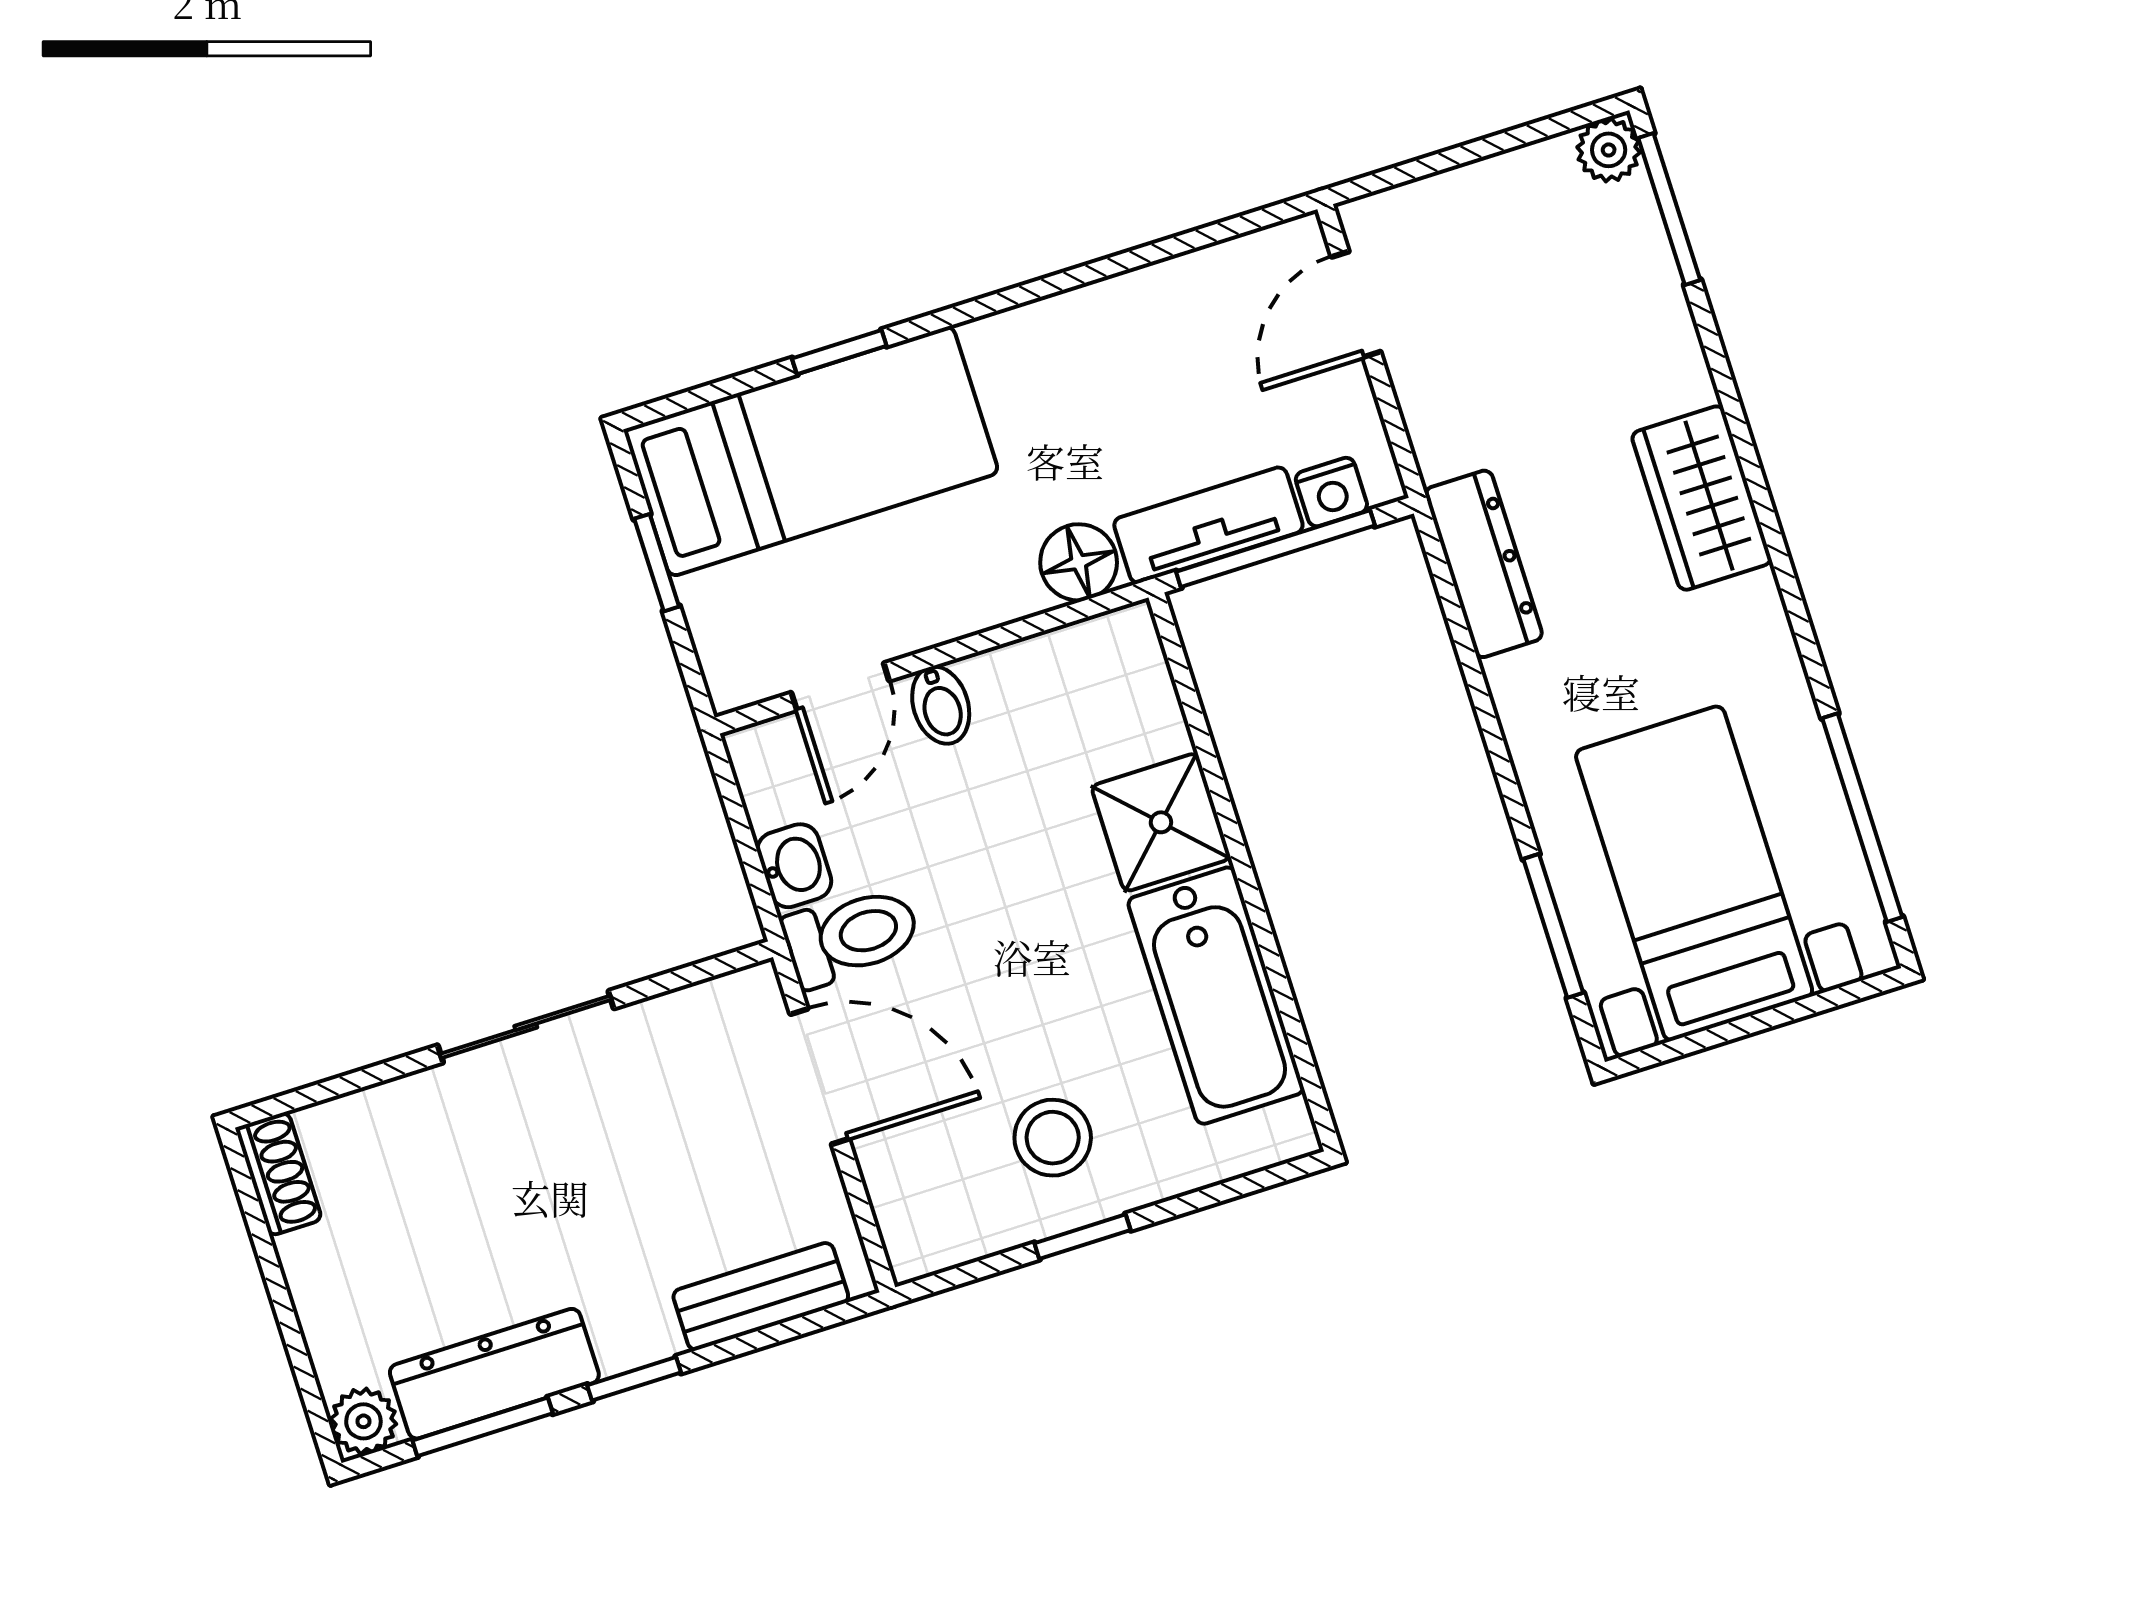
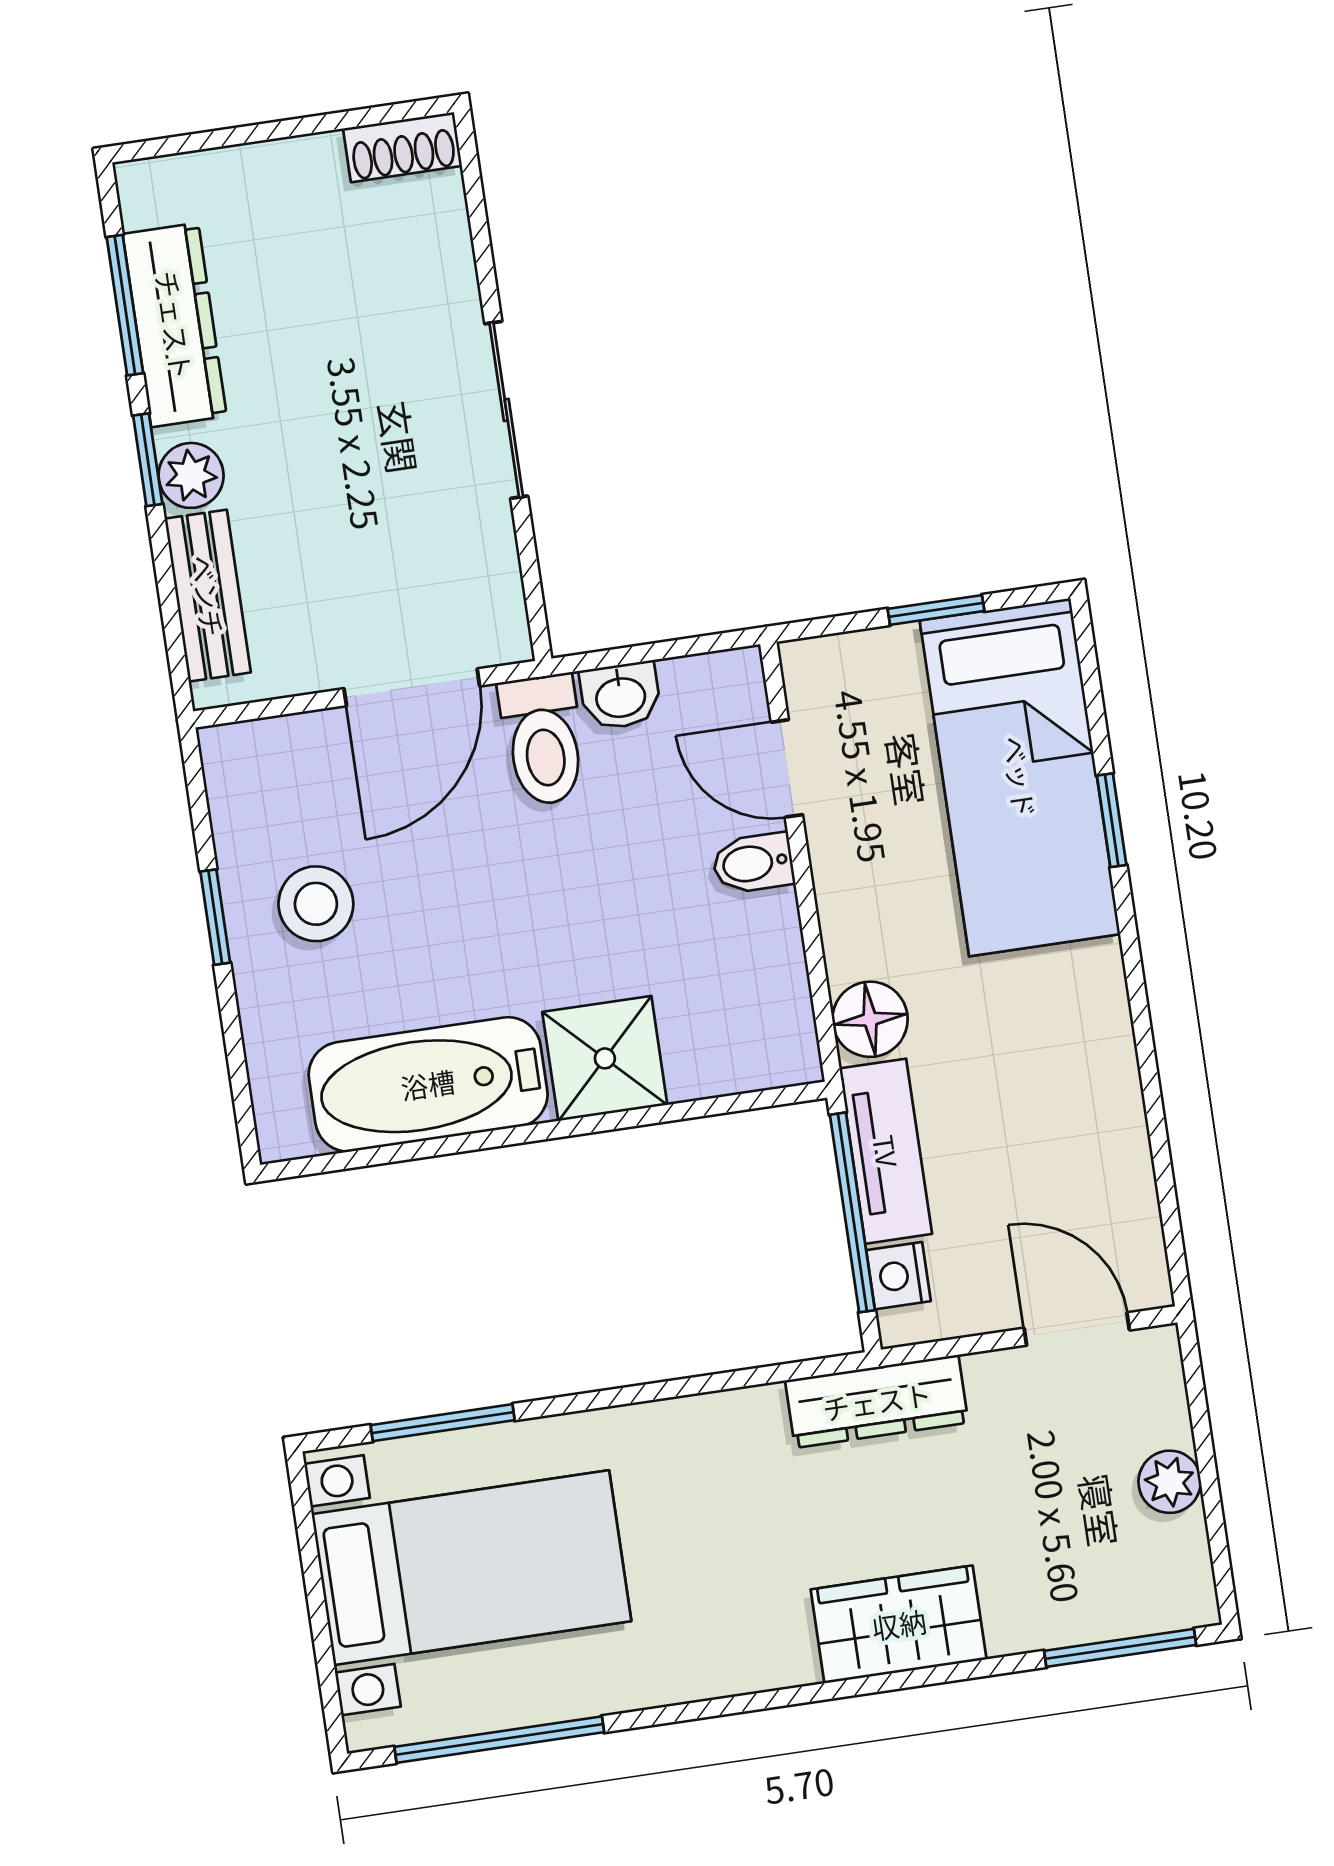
plant: (1609, 150) -> (1170, 1482), moved
wardrobe: (1702, 498) -> (899, 1624), moved
dresser: (1484, 564) -> (877, 1401), moved
plant: (363, 1421) -> (191, 475), moved

